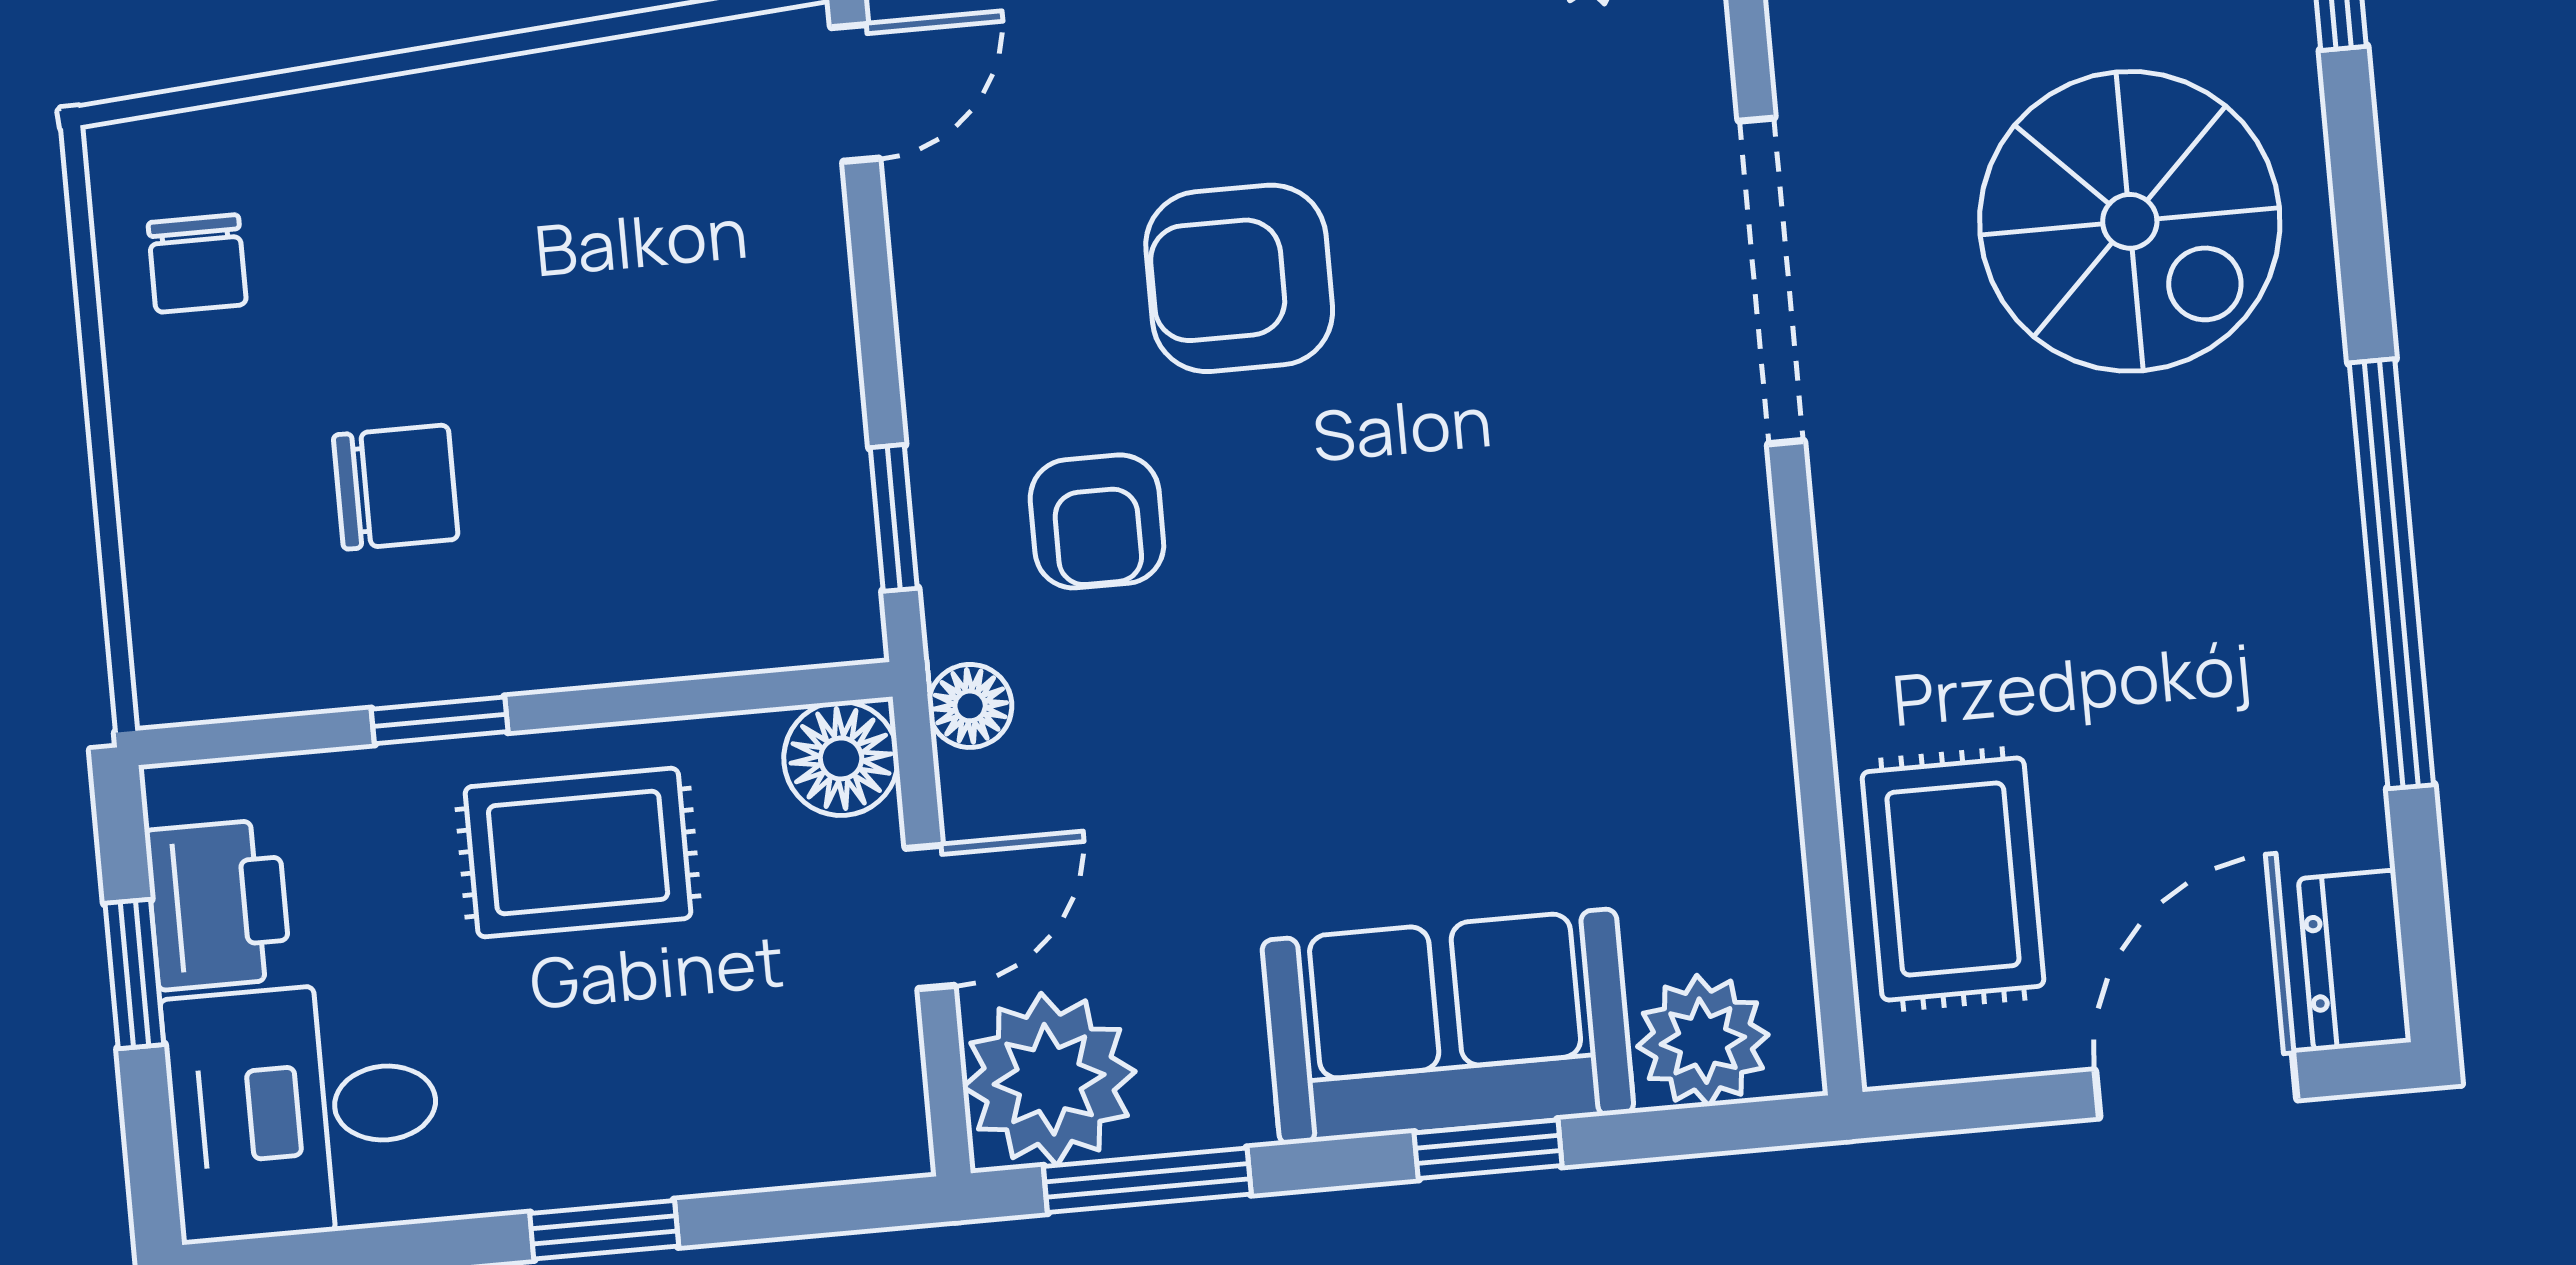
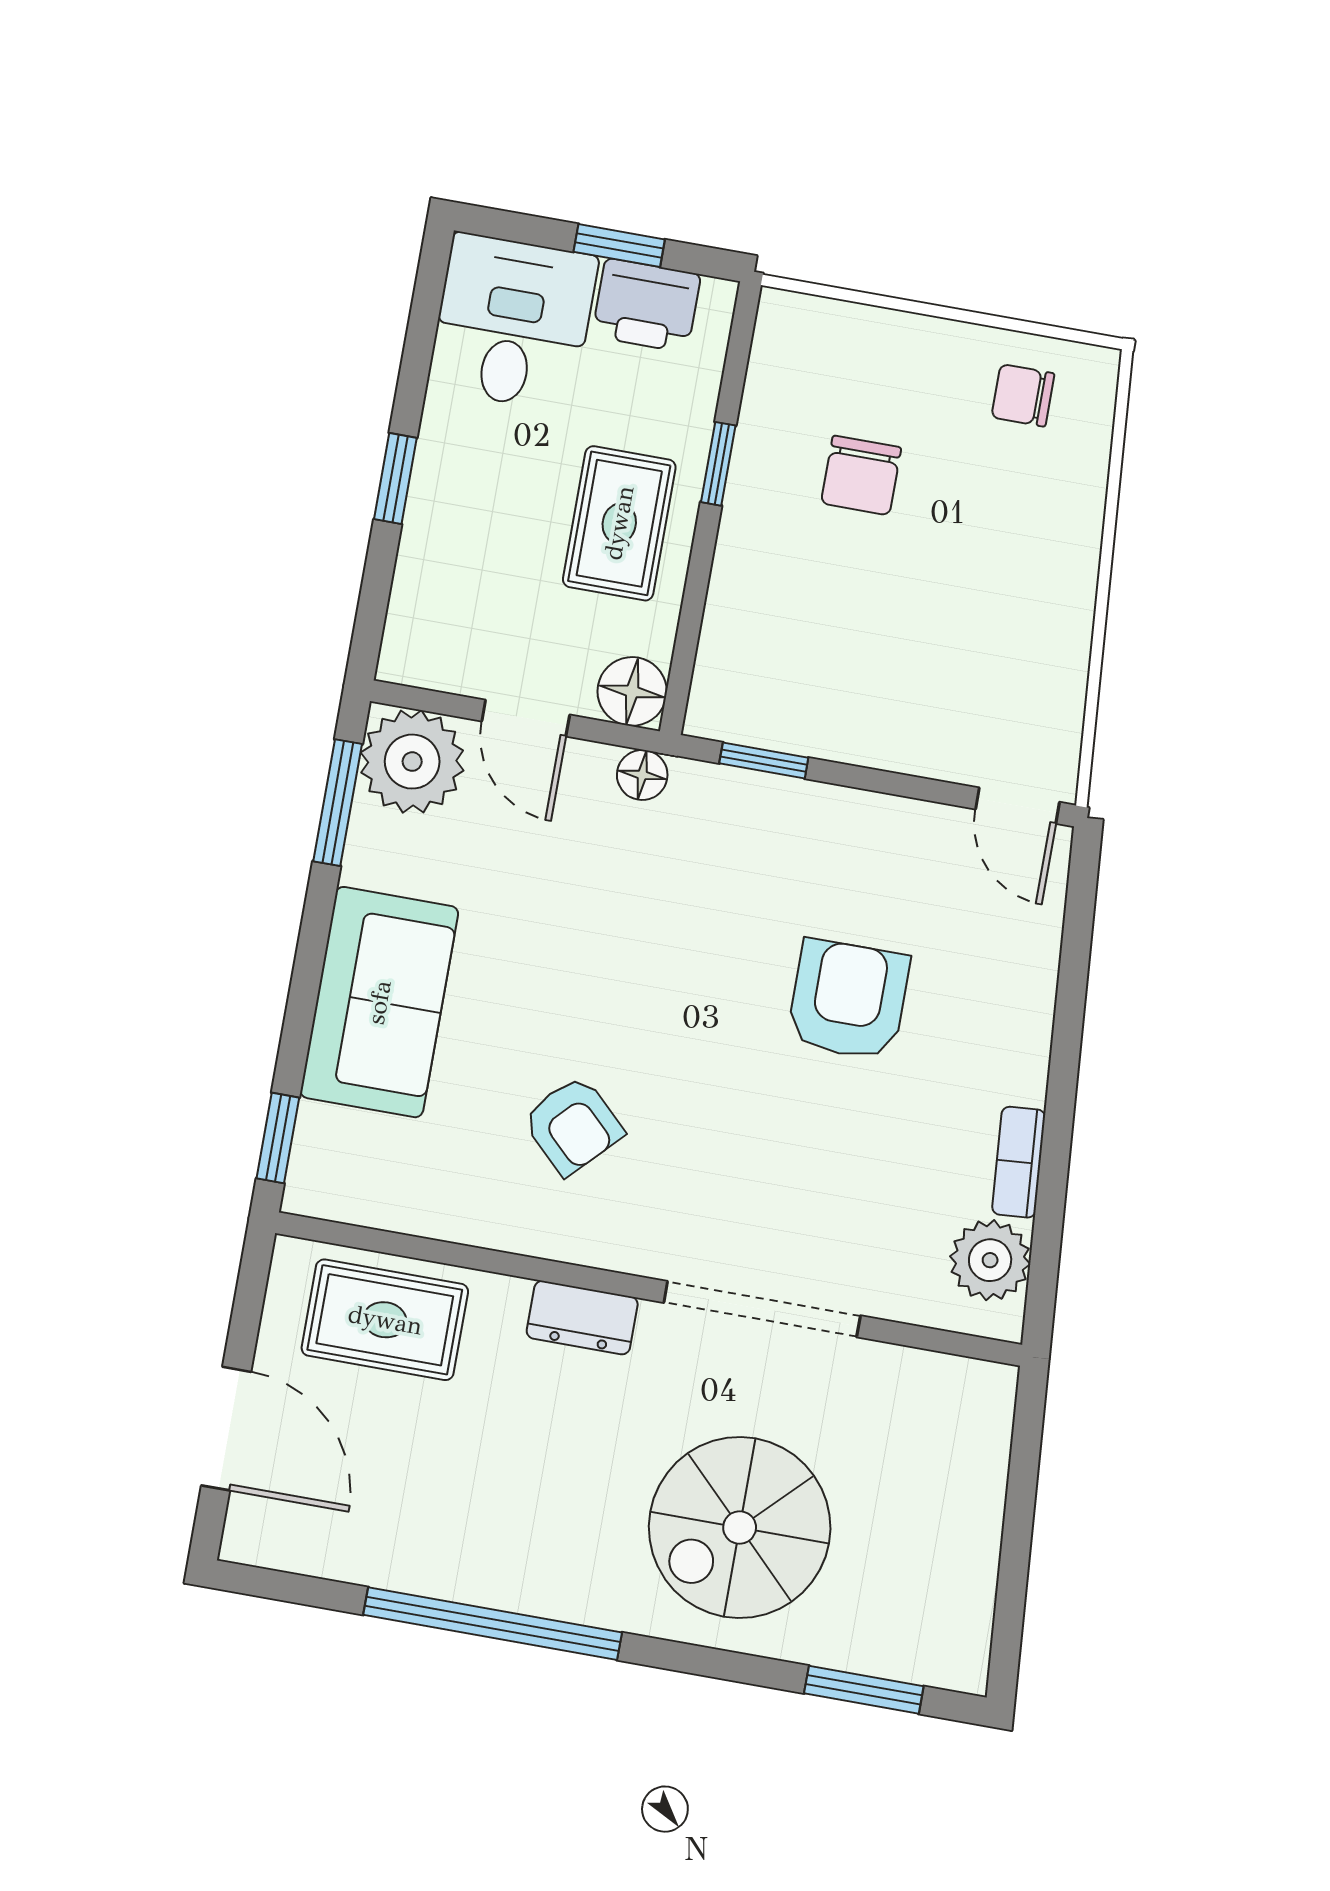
armchair: (1097, 521) -> (573, 1125), moved, turned -136
dresser: (2355, 960) -> (582, 1318), moved, turned 180
plant: (1703, 1041) -> (330, 1148), removed
window: (1488, 1149) -> (278, 1138), moved

